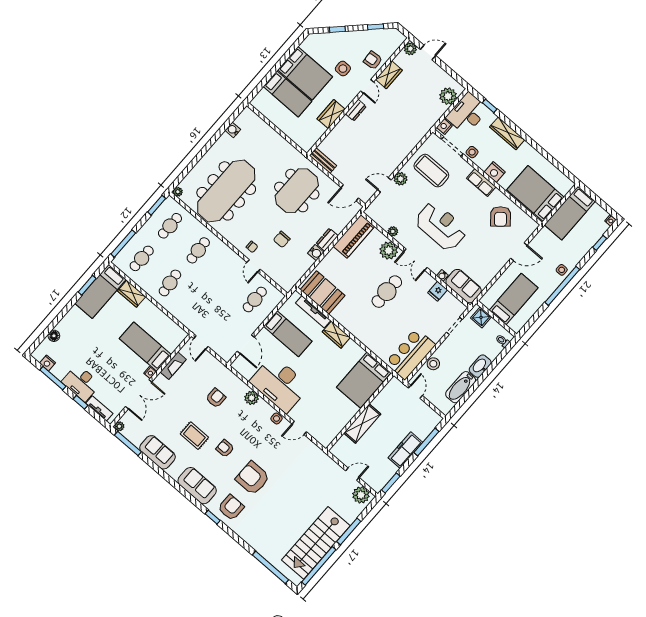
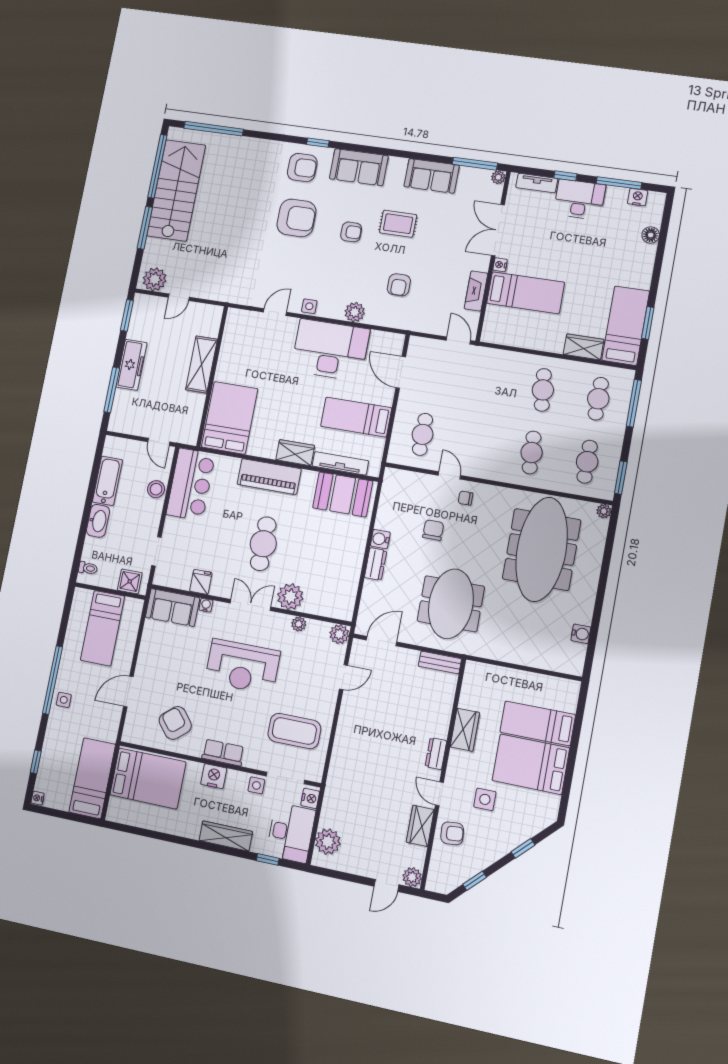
plant: (401, 179) -> (339, 634), moved
piano: (354, 236) -> (269, 477), moved, turned -90
armchair: (231, 508) -> (302, 168), turned -90

